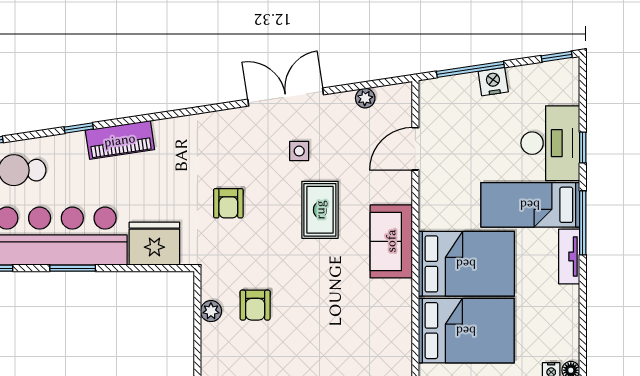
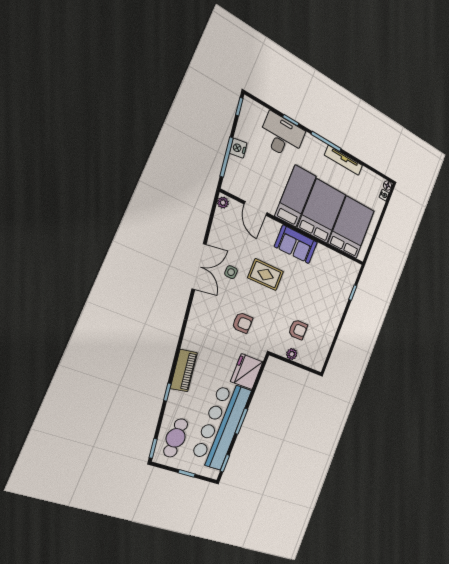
double door: (286, 97) -> (199, 267), swing flipped
plant: (365, 98) -> (223, 203), moved
bed: (530, 205) -> (295, 196), moved, turned 180
tv unit: (569, 256) -> (344, 160), width x1.41

